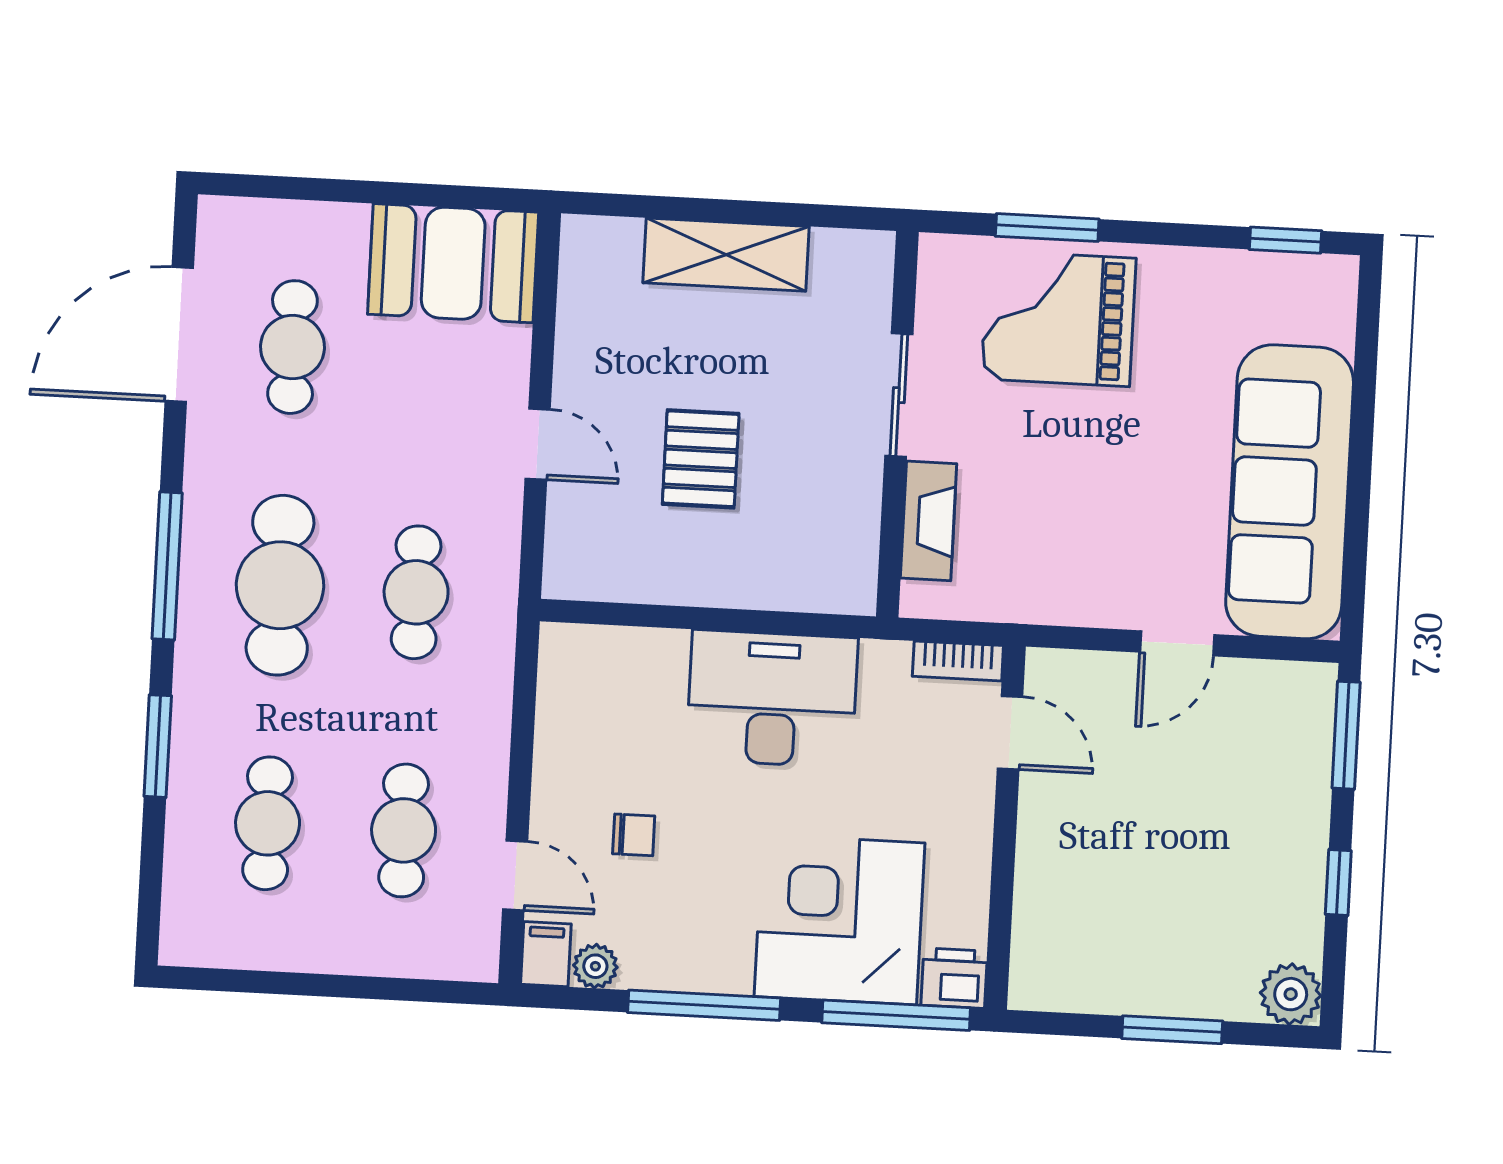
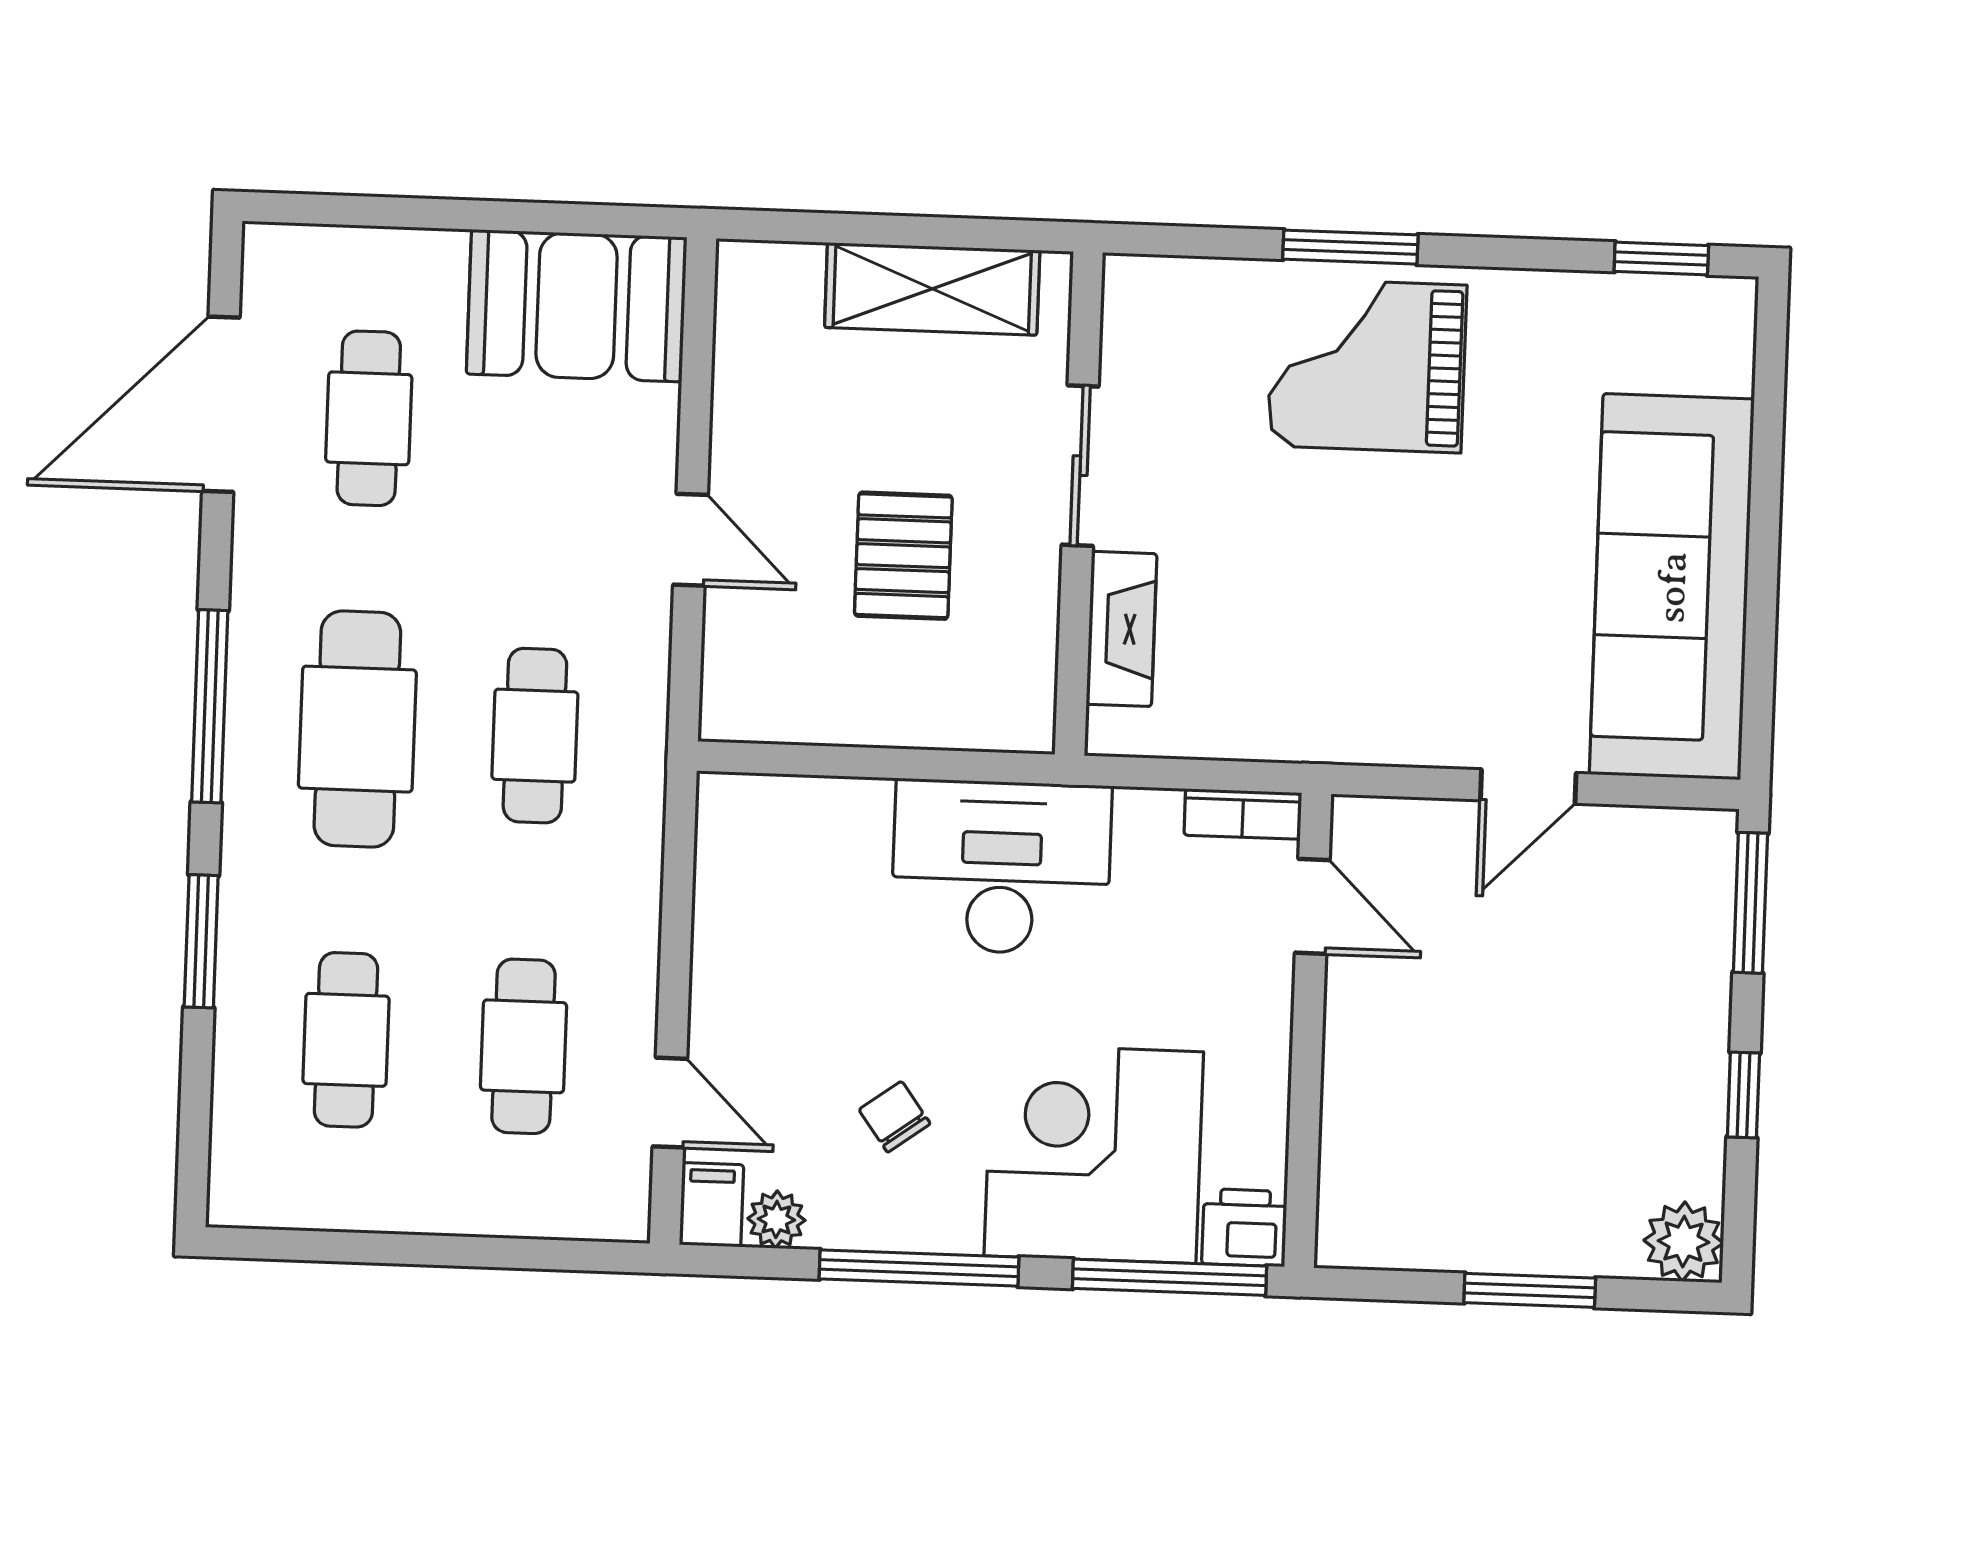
sliding door: (899, 395) -> (1080, 466), moved
wall: (897, 424) -> (1079, 504), moved
fireplace: (929, 521) -> (1122, 629), moved
chair: (634, 835) -> (895, 1117), moved, turned -126

